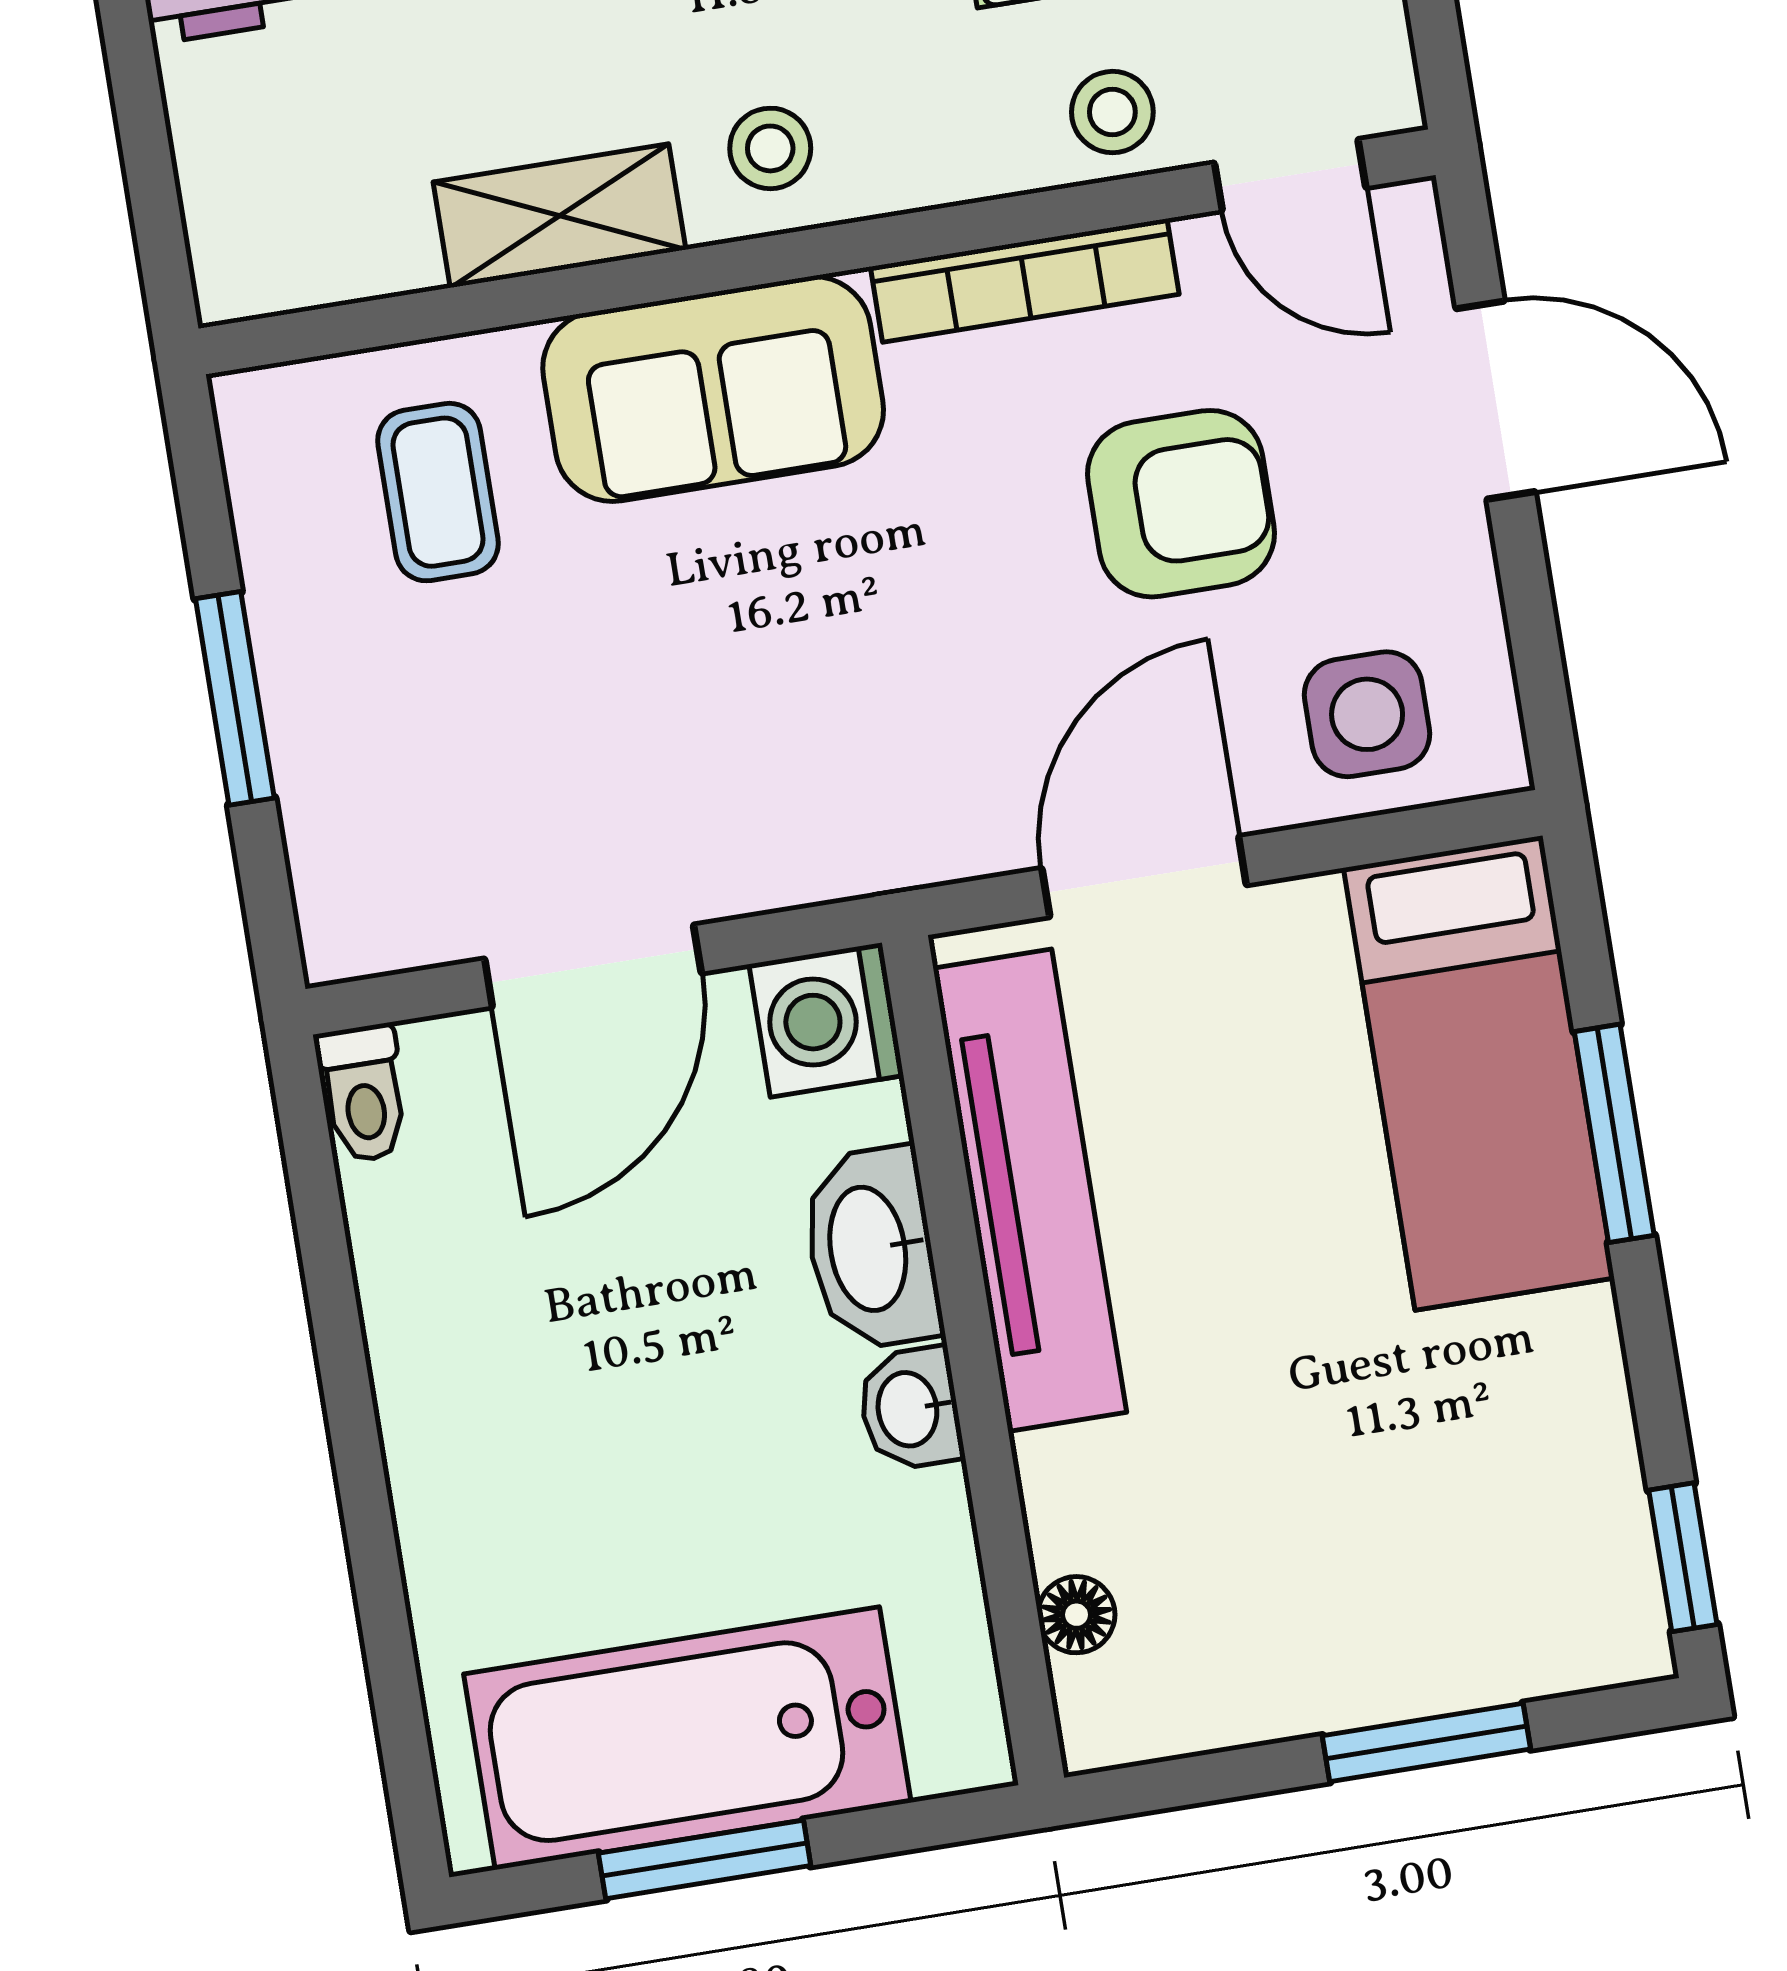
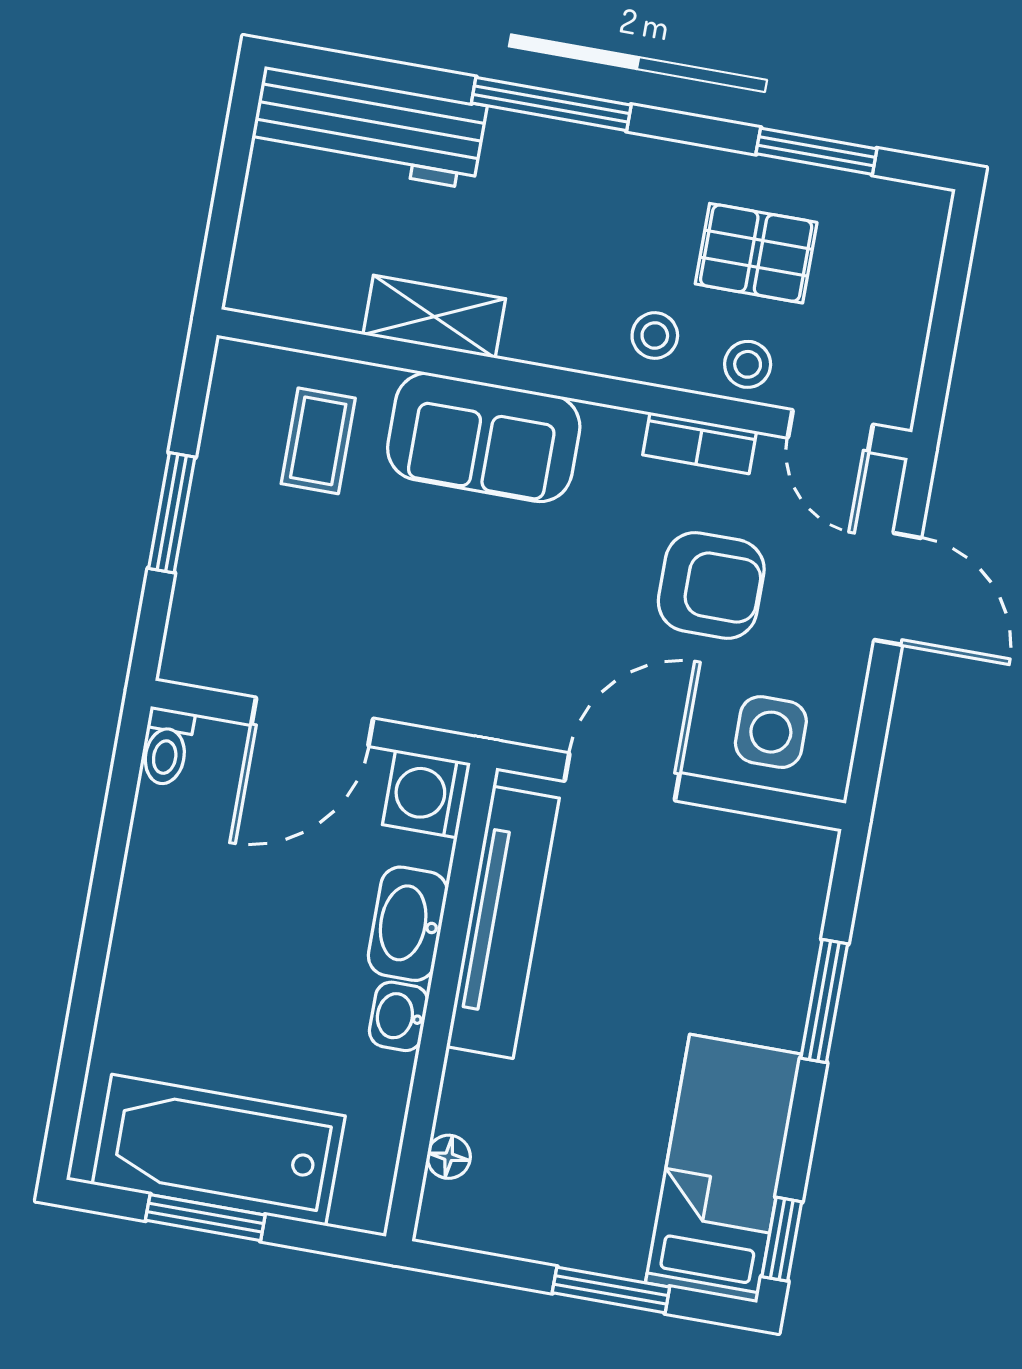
stool: (770, 148) -> (655, 336), moved
bookcase: (1025, 280) -> (700, 443), width x0.64
bed: (1479, 1073) -> (724, 1168), moved, turned 180

